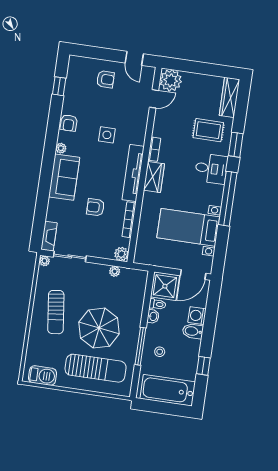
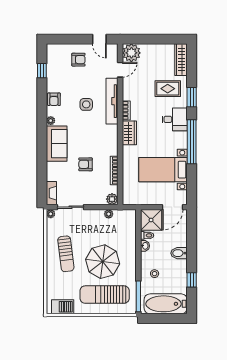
tv unit: (133, 173) -> (112, 101), moved
washing machine: (197, 316) -> (180, 240), removed
window: (140, 346) -> (138, 296), moved
sun lounger: (96, 368) -> (105, 295), turned 180

